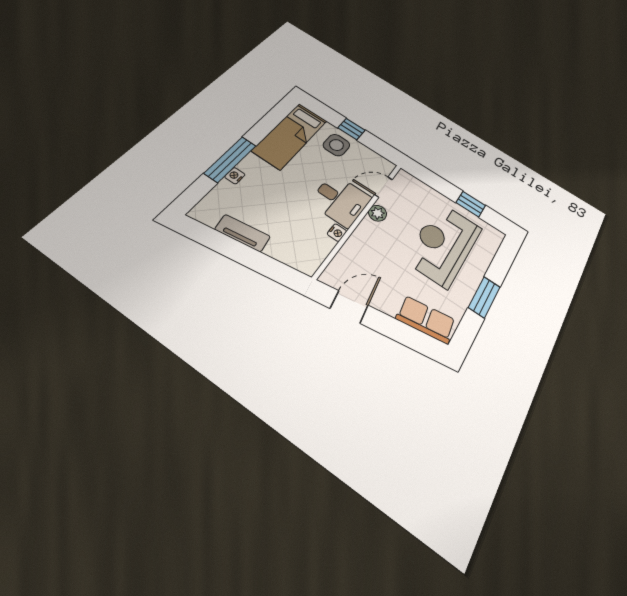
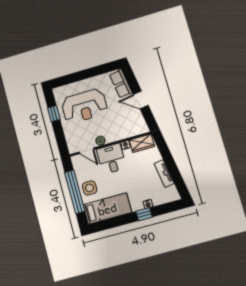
window: (351, 129) -> (75, 192), width x3.17
window: (230, 159) -> (144, 214), width x0.46
wardrobe: (314, 253) -> (142, 143), added
window: (484, 297) -> (89, 73), removed
door: (349, 307) -> (141, 100), moved

